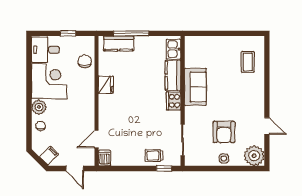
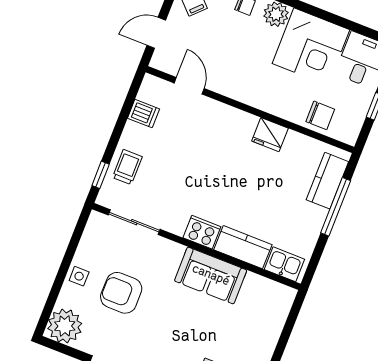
dishwasher: (104, 158) -> (144, 114), moved

